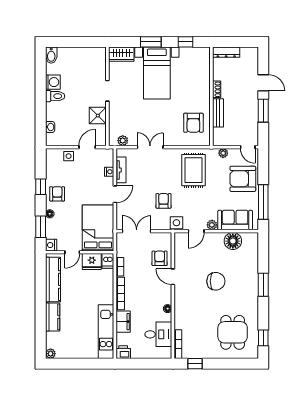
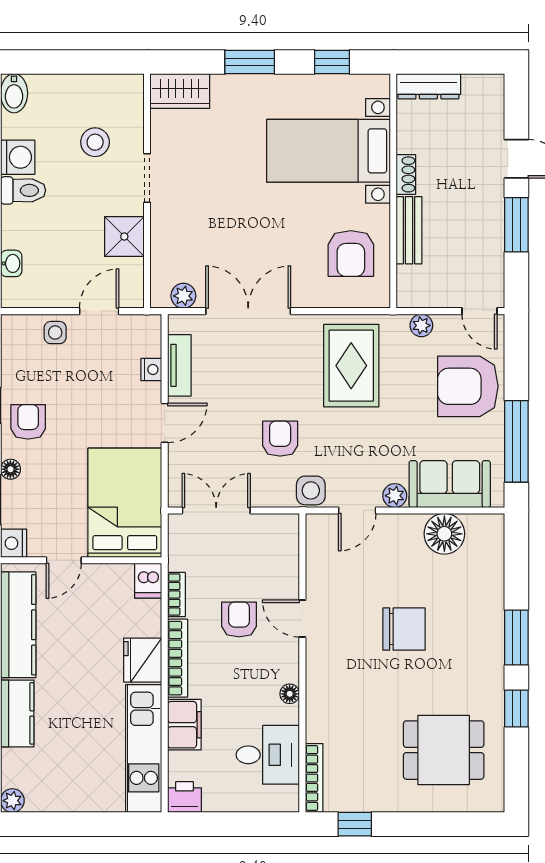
bed with nightstands: (157, 73) -> (328, 151), moved, turned 90
stool: (85, 76) -> (95, 142), added
double door: (150, 147) -> (248, 311), width x1.37
armchair: (160, 258) -> (239, 619), moved
fridge: (92, 262) -> (143, 660), moved, turned 90
dining table: (233, 332) -> (444, 750), turned 90
window: (263, 338) -> (516, 708), moved

